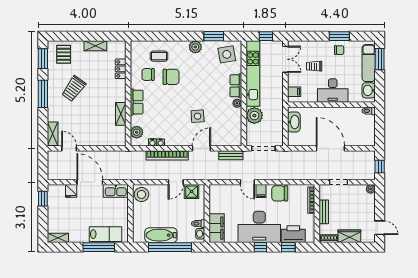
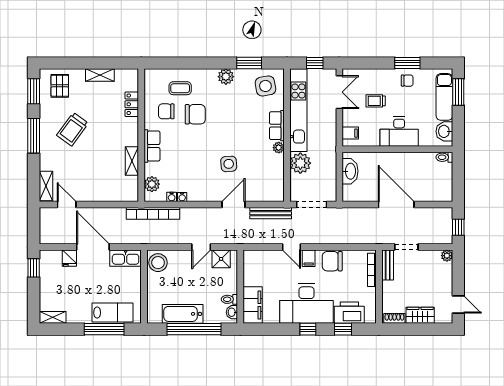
bookcase: (167, 155) -> (153, 213), moved
bench: (231, 155) -> (271, 213), width x1.36
bench: (324, 212) -> (388, 265), moved

